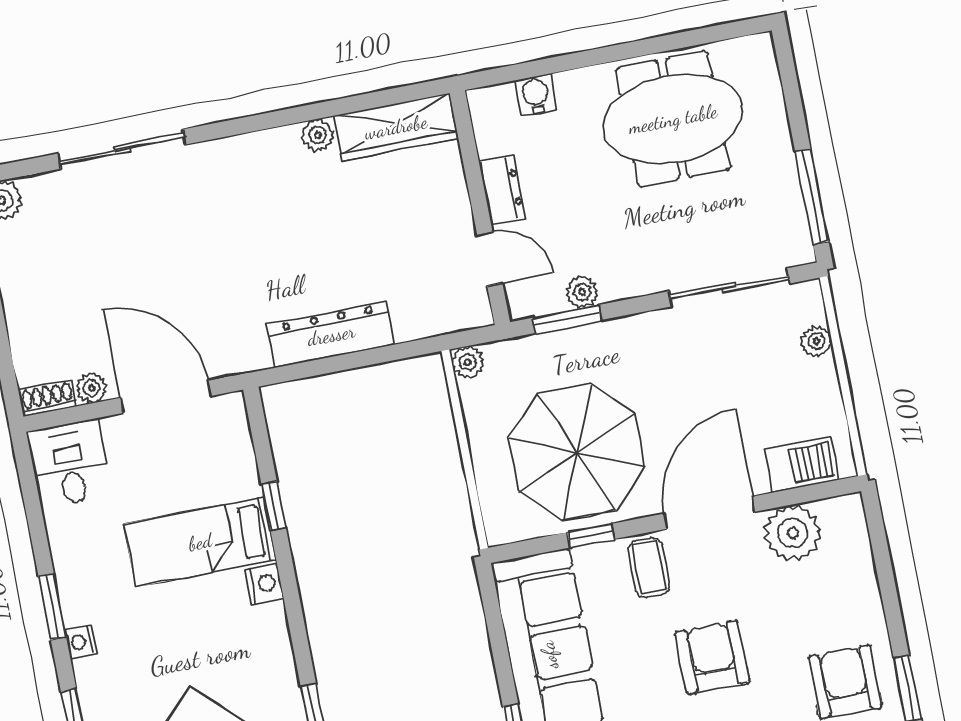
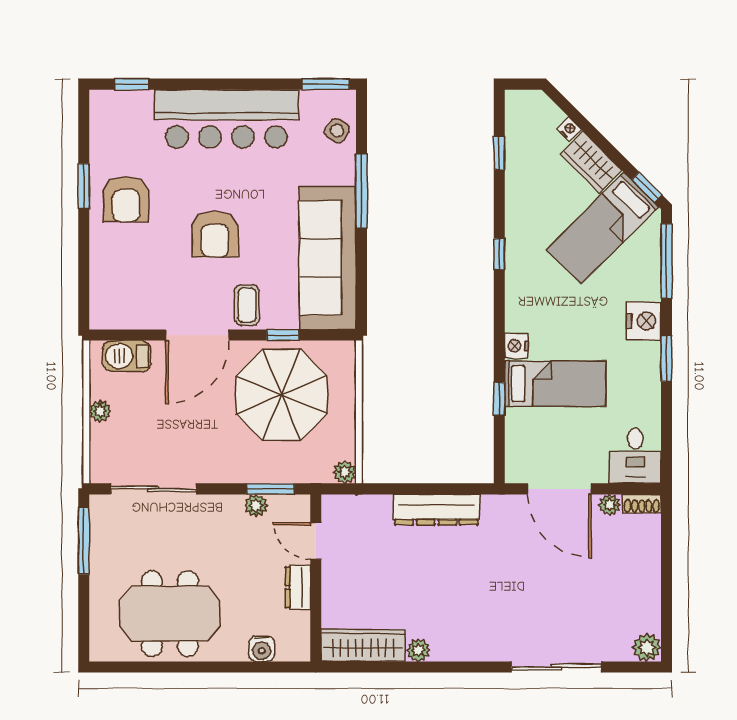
plant: (816, 341) -> (100, 411), moved
plant: (793, 533) -> (142, 310), removed
nightstand: (81, 642) -> (644, 321), width x1.89, depth x1.79

